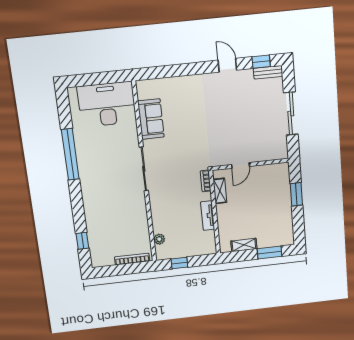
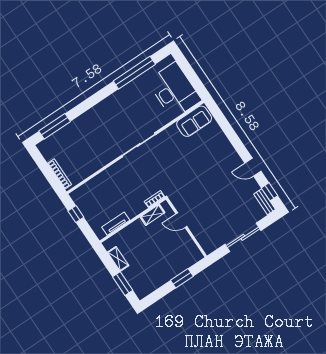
door: (227, 65) -> (253, 167), swing flipped
sofa: (151, 119) -> (194, 121), moved
window: (70, 154) -> (134, 73), moved
tv unit: (208, 216) -> (116, 224), moved
plant: (159, 239) -> (88, 187), removed
window: (82, 241) -> (55, 126), width x2.17

